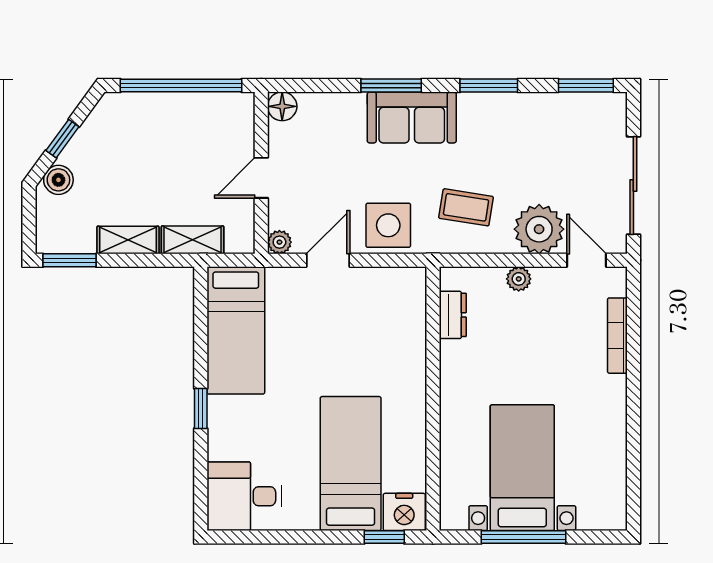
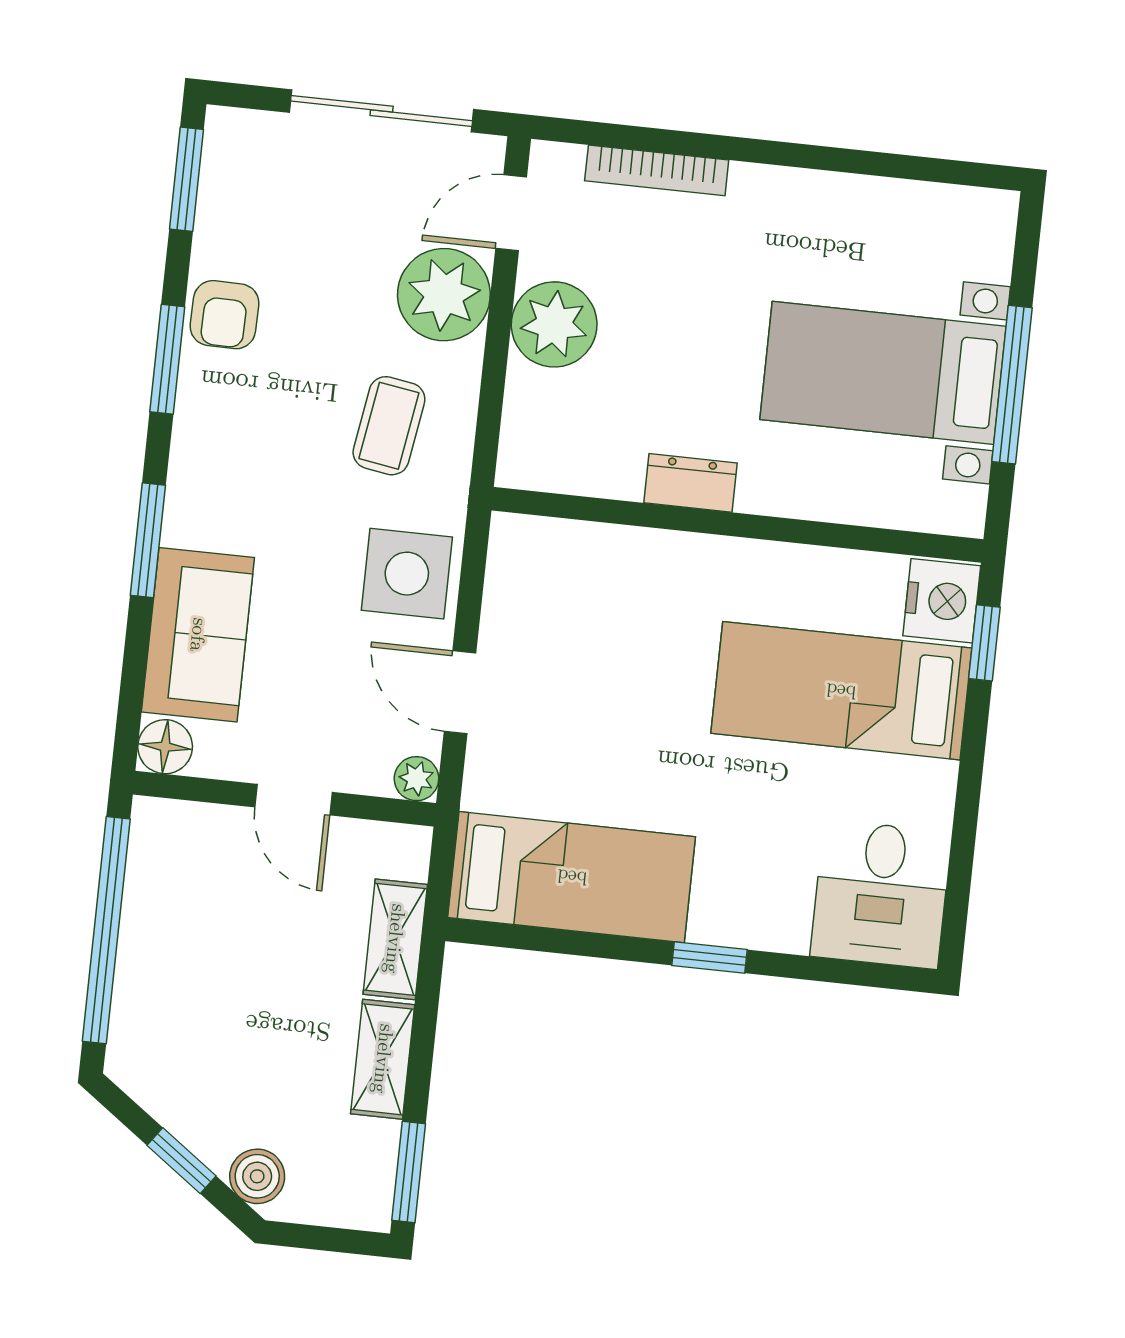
armchair: (516, 113) -> (225, 315), added
sofa: (412, 117) -> (198, 635), moved
plant: (519, 279) -> (554, 324), width x1.87, depth x1.87
dresser: (453, 315) -> (690, 483), moved

